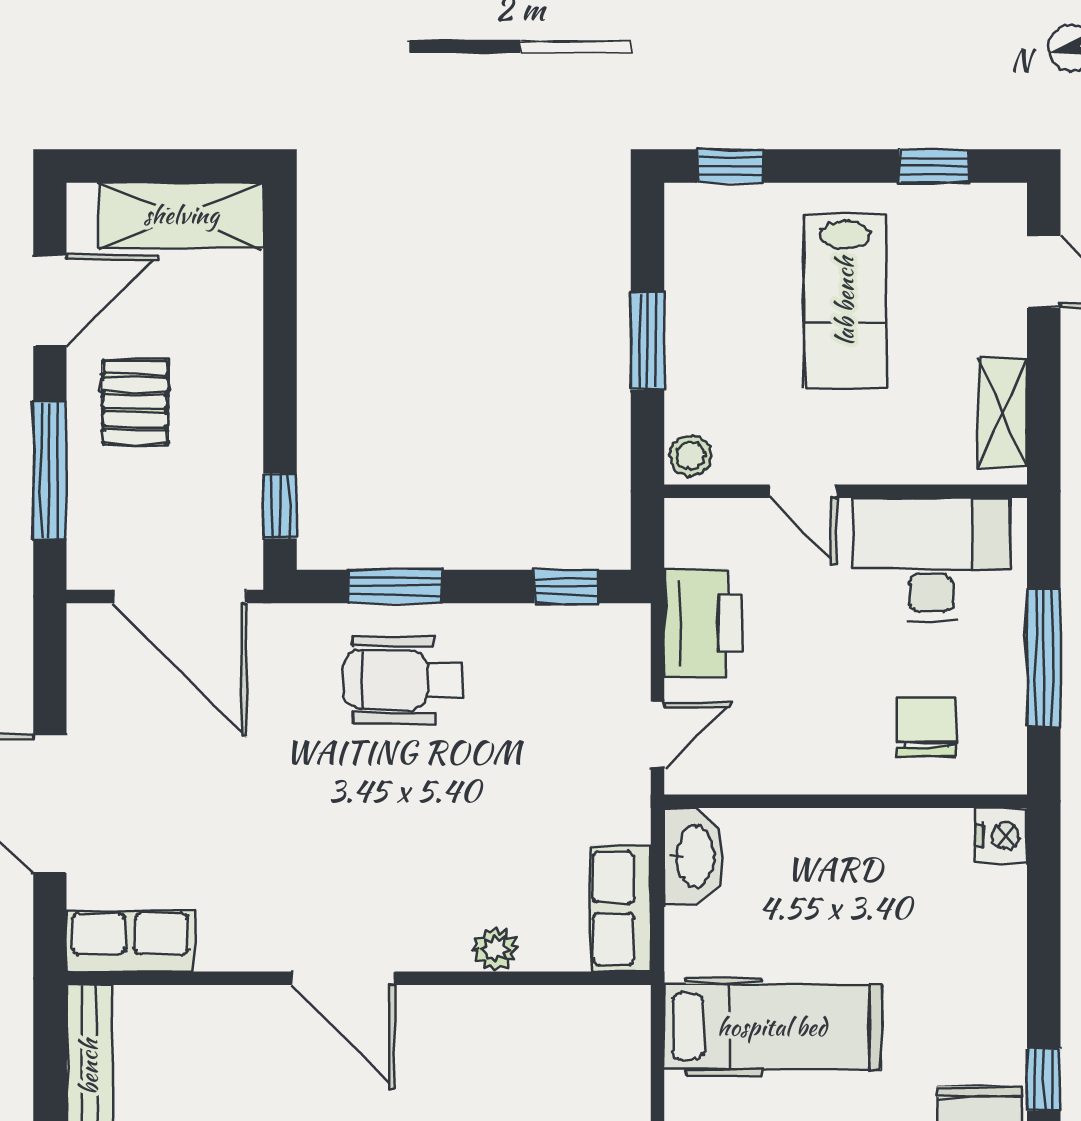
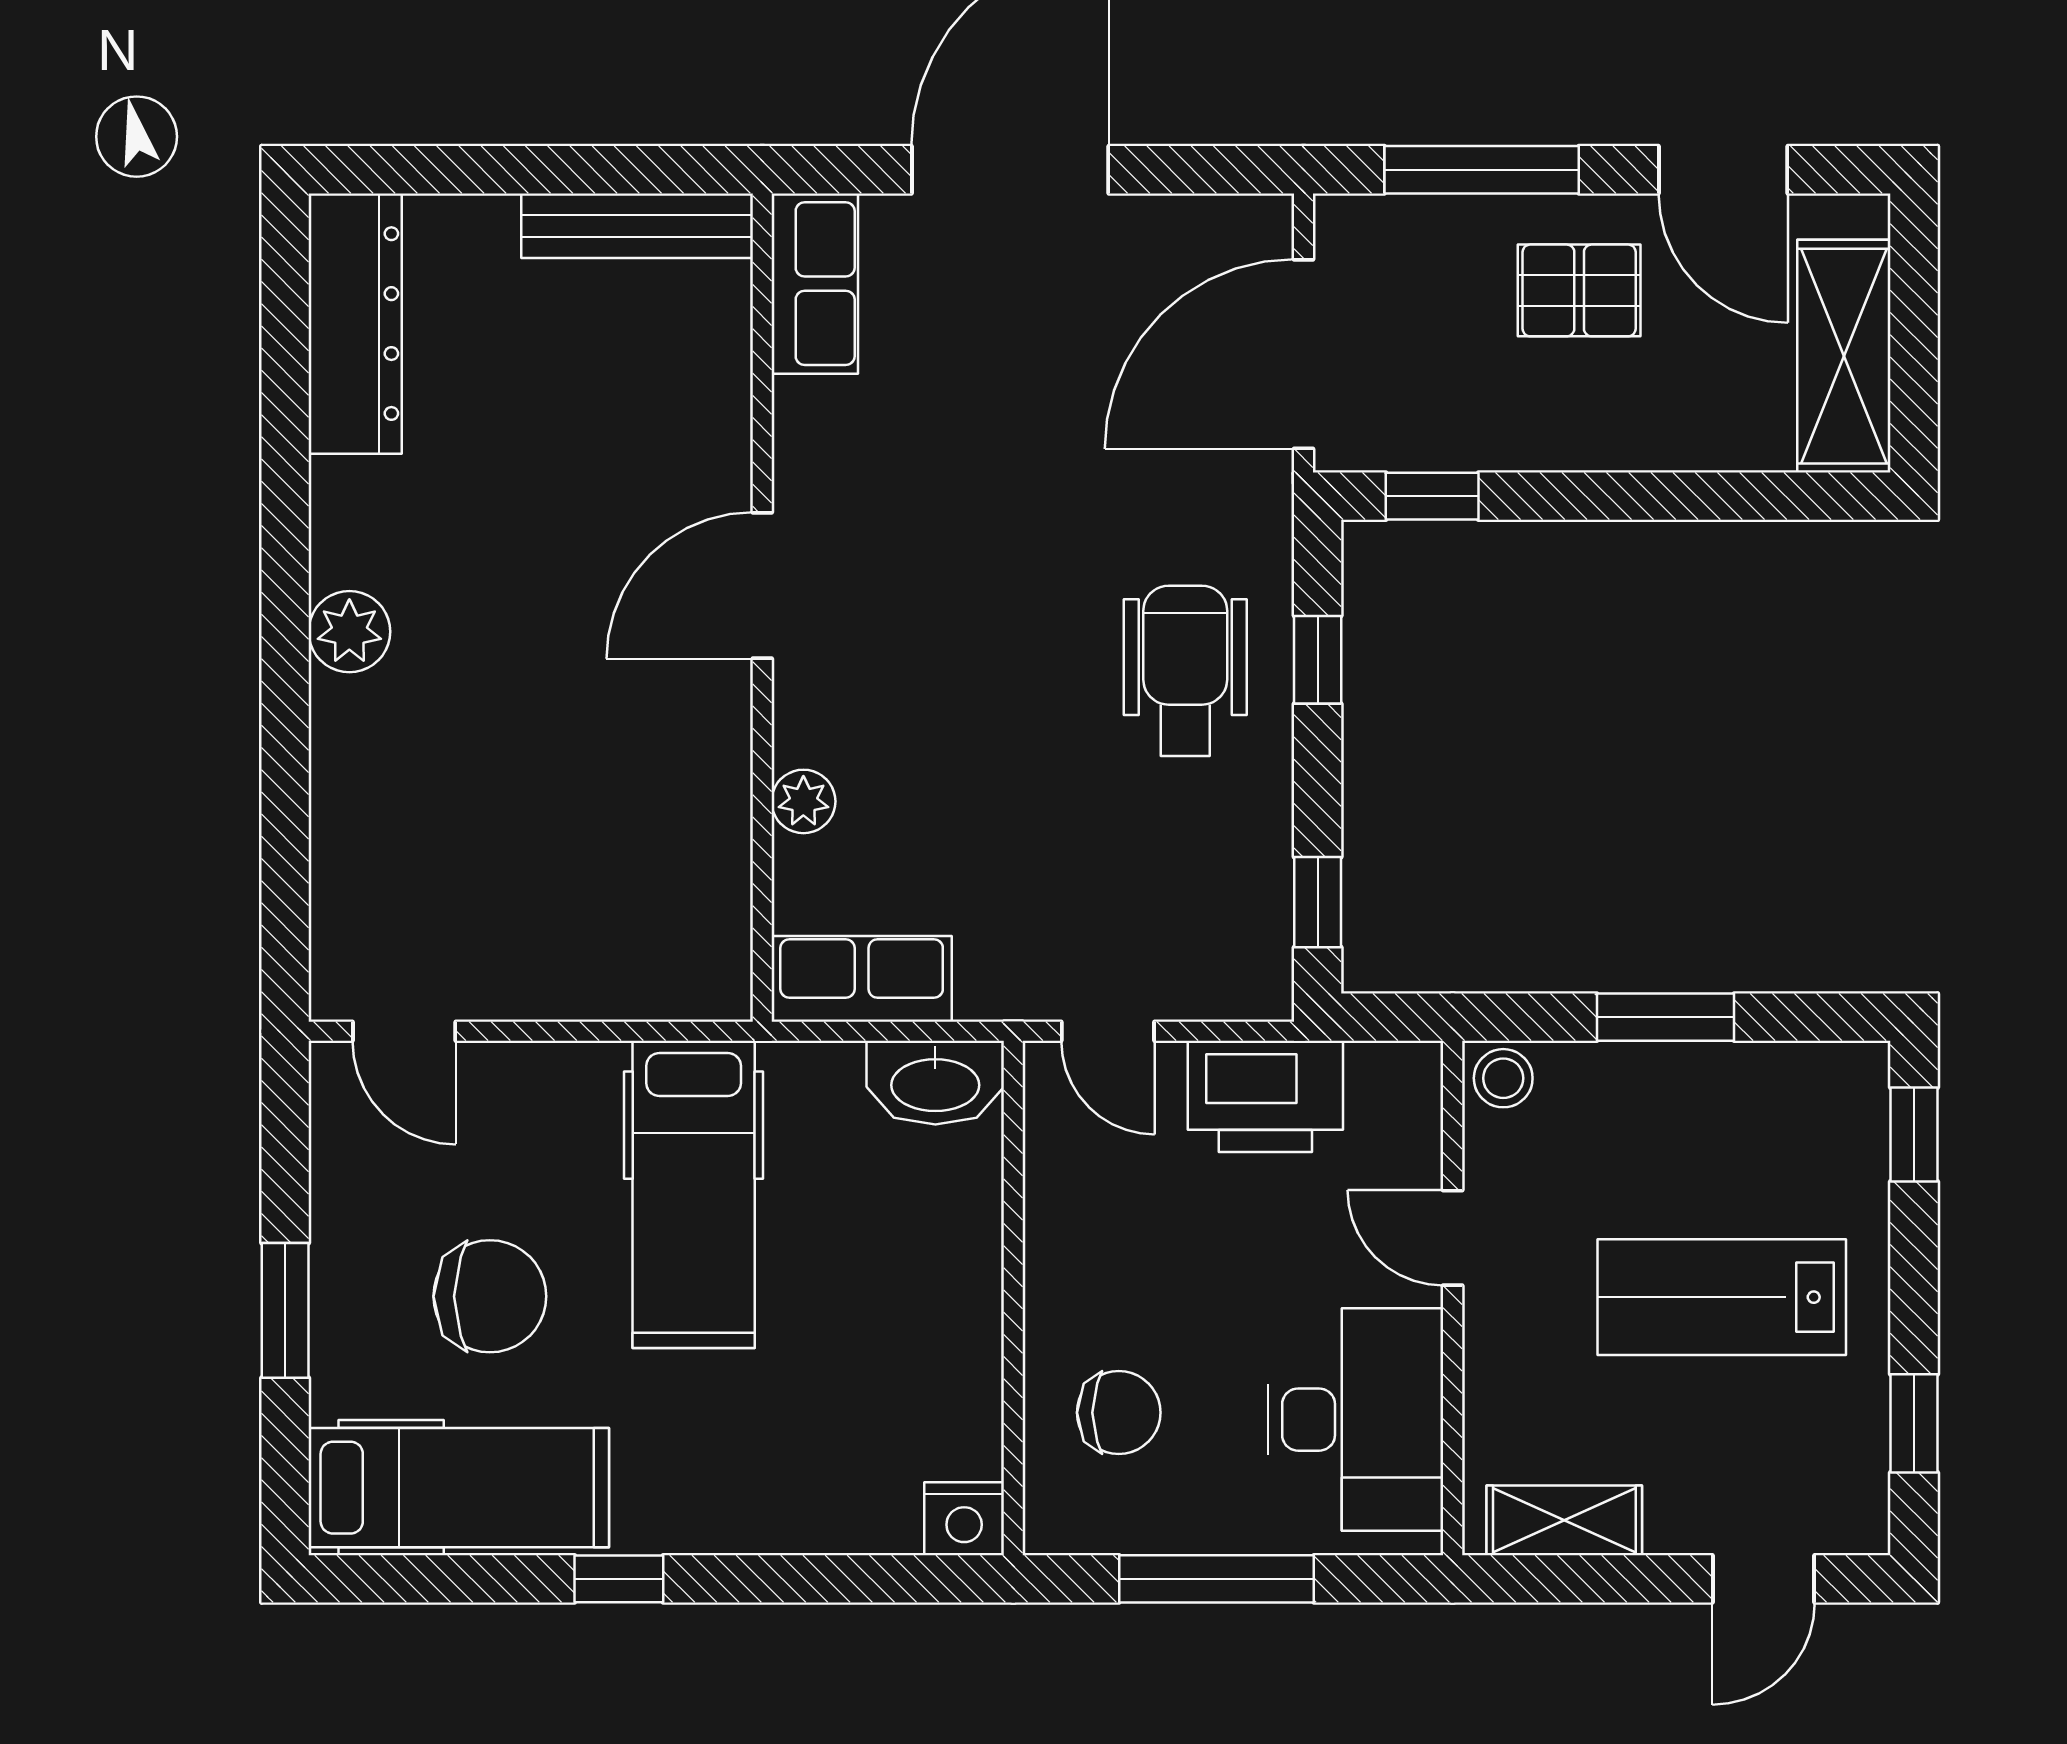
door: (803, 491) -> (1453, 1238), hinge flipped
window: (396, 586) -> (1318, 660), width x0.67

